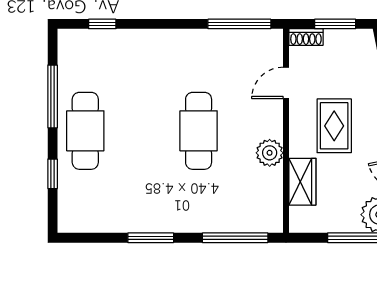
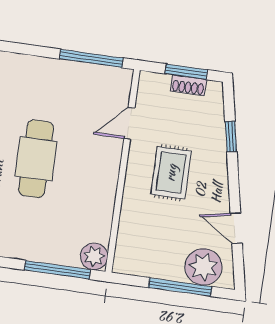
shoe rack: (306, 37) -> (188, 85), moved
plant: (270, 153) -> (94, 256), moved
wardrobe: (302, 182) -> (132, 224), removed

